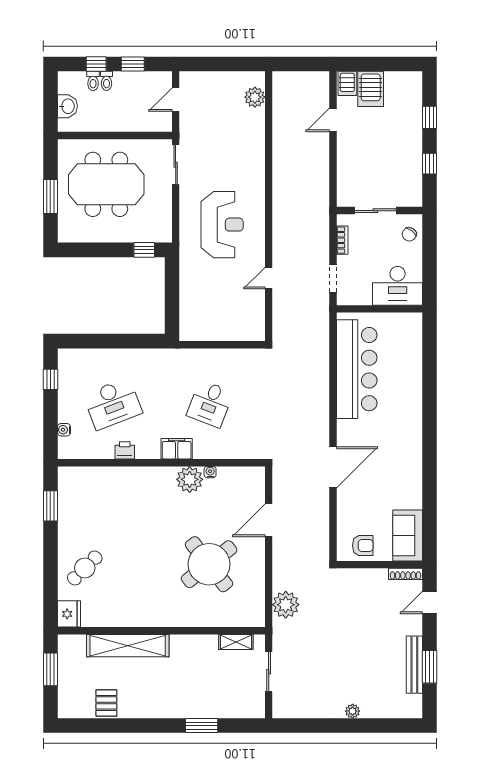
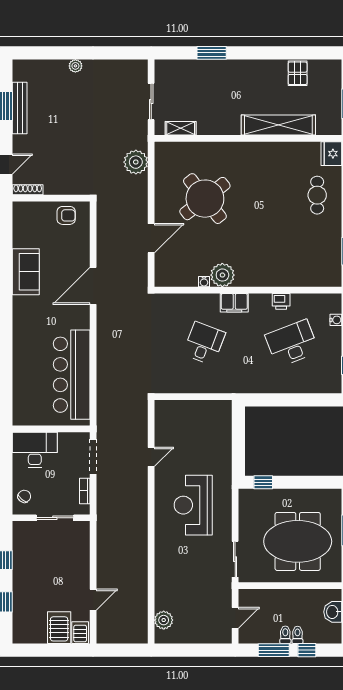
window: (133, 64) -> (274, 650), width x1.50
toilet: (93, 81) -> (285, 635), moved
doorway: (333, 278) -> (93, 457), width x1.38
sofa: (408, 536) -> (26, 272), moved
armchair: (363, 546) -> (66, 215), turned 180
cafe table: (85, 568) -> (317, 195), turned -45

